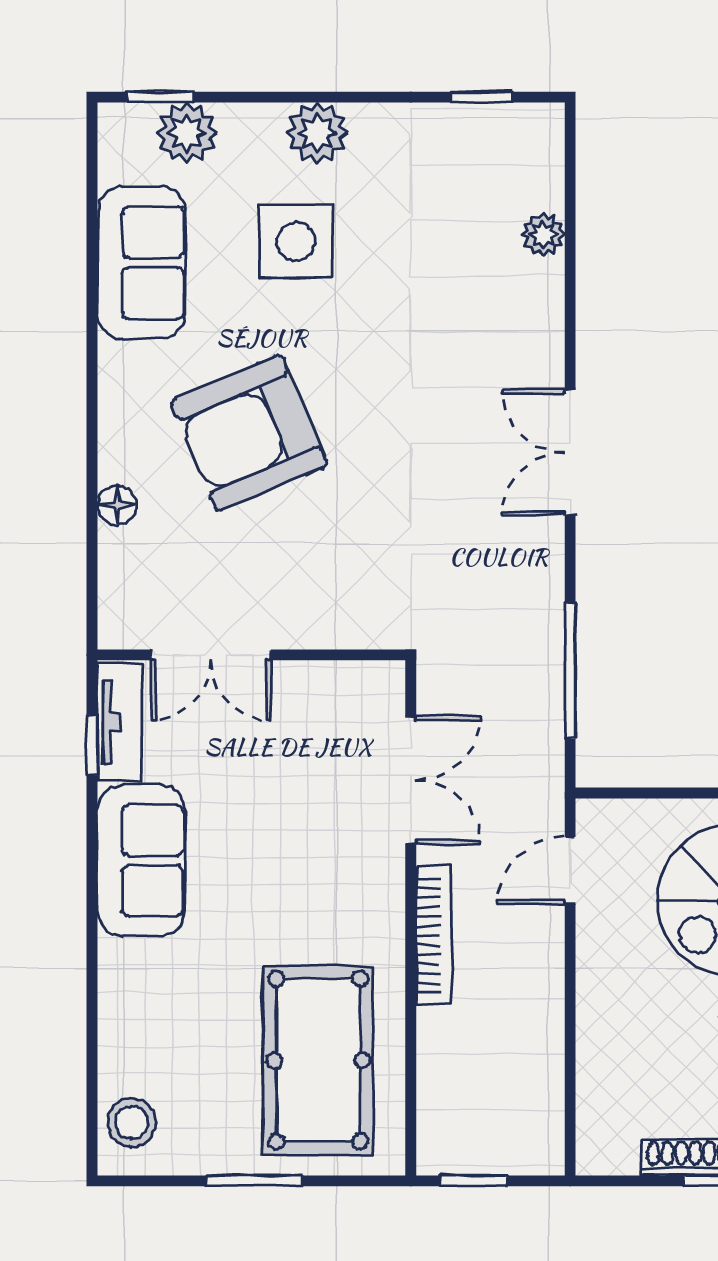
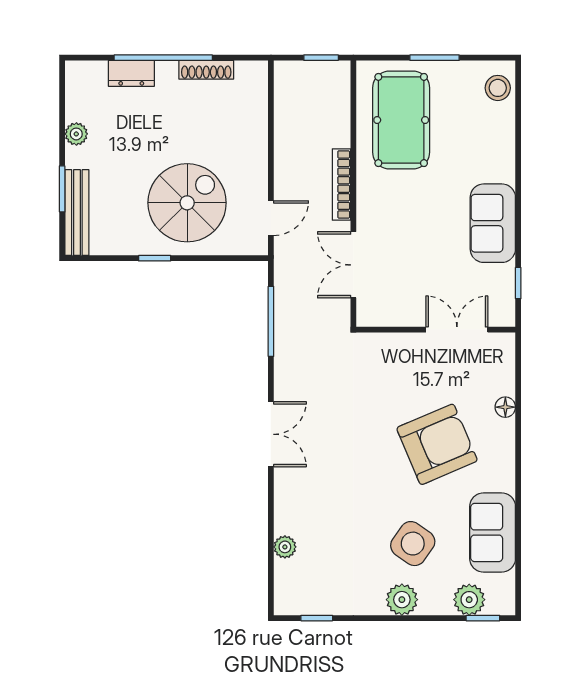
side table: (296, 241) -> (413, 544), turned 35
tv unit: (120, 722) -> (504, 295), removed

